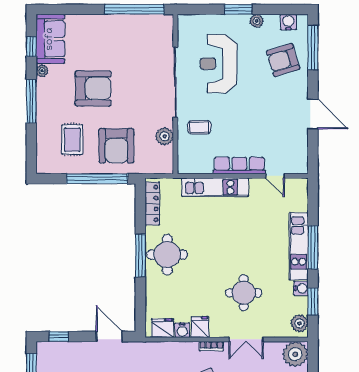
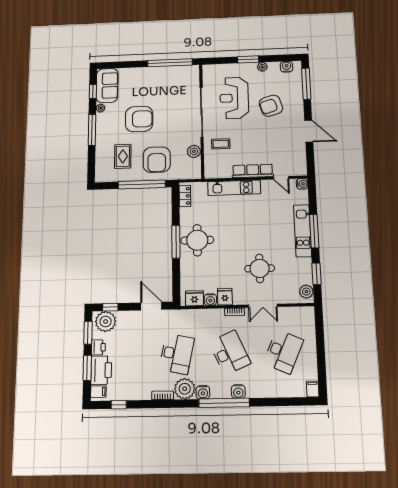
armchair: (283, 60) -> (271, 106), moved
locker: (152, 204) -> (185, 196), width x0.66
water cooler: (301, 288) -> (302, 184), moved
plant: (295, 354) -> (106, 321), moved

